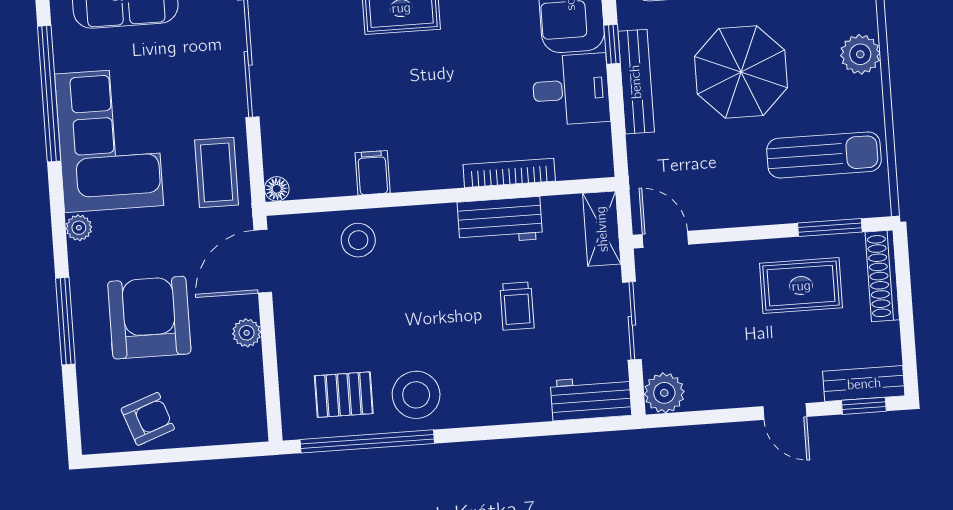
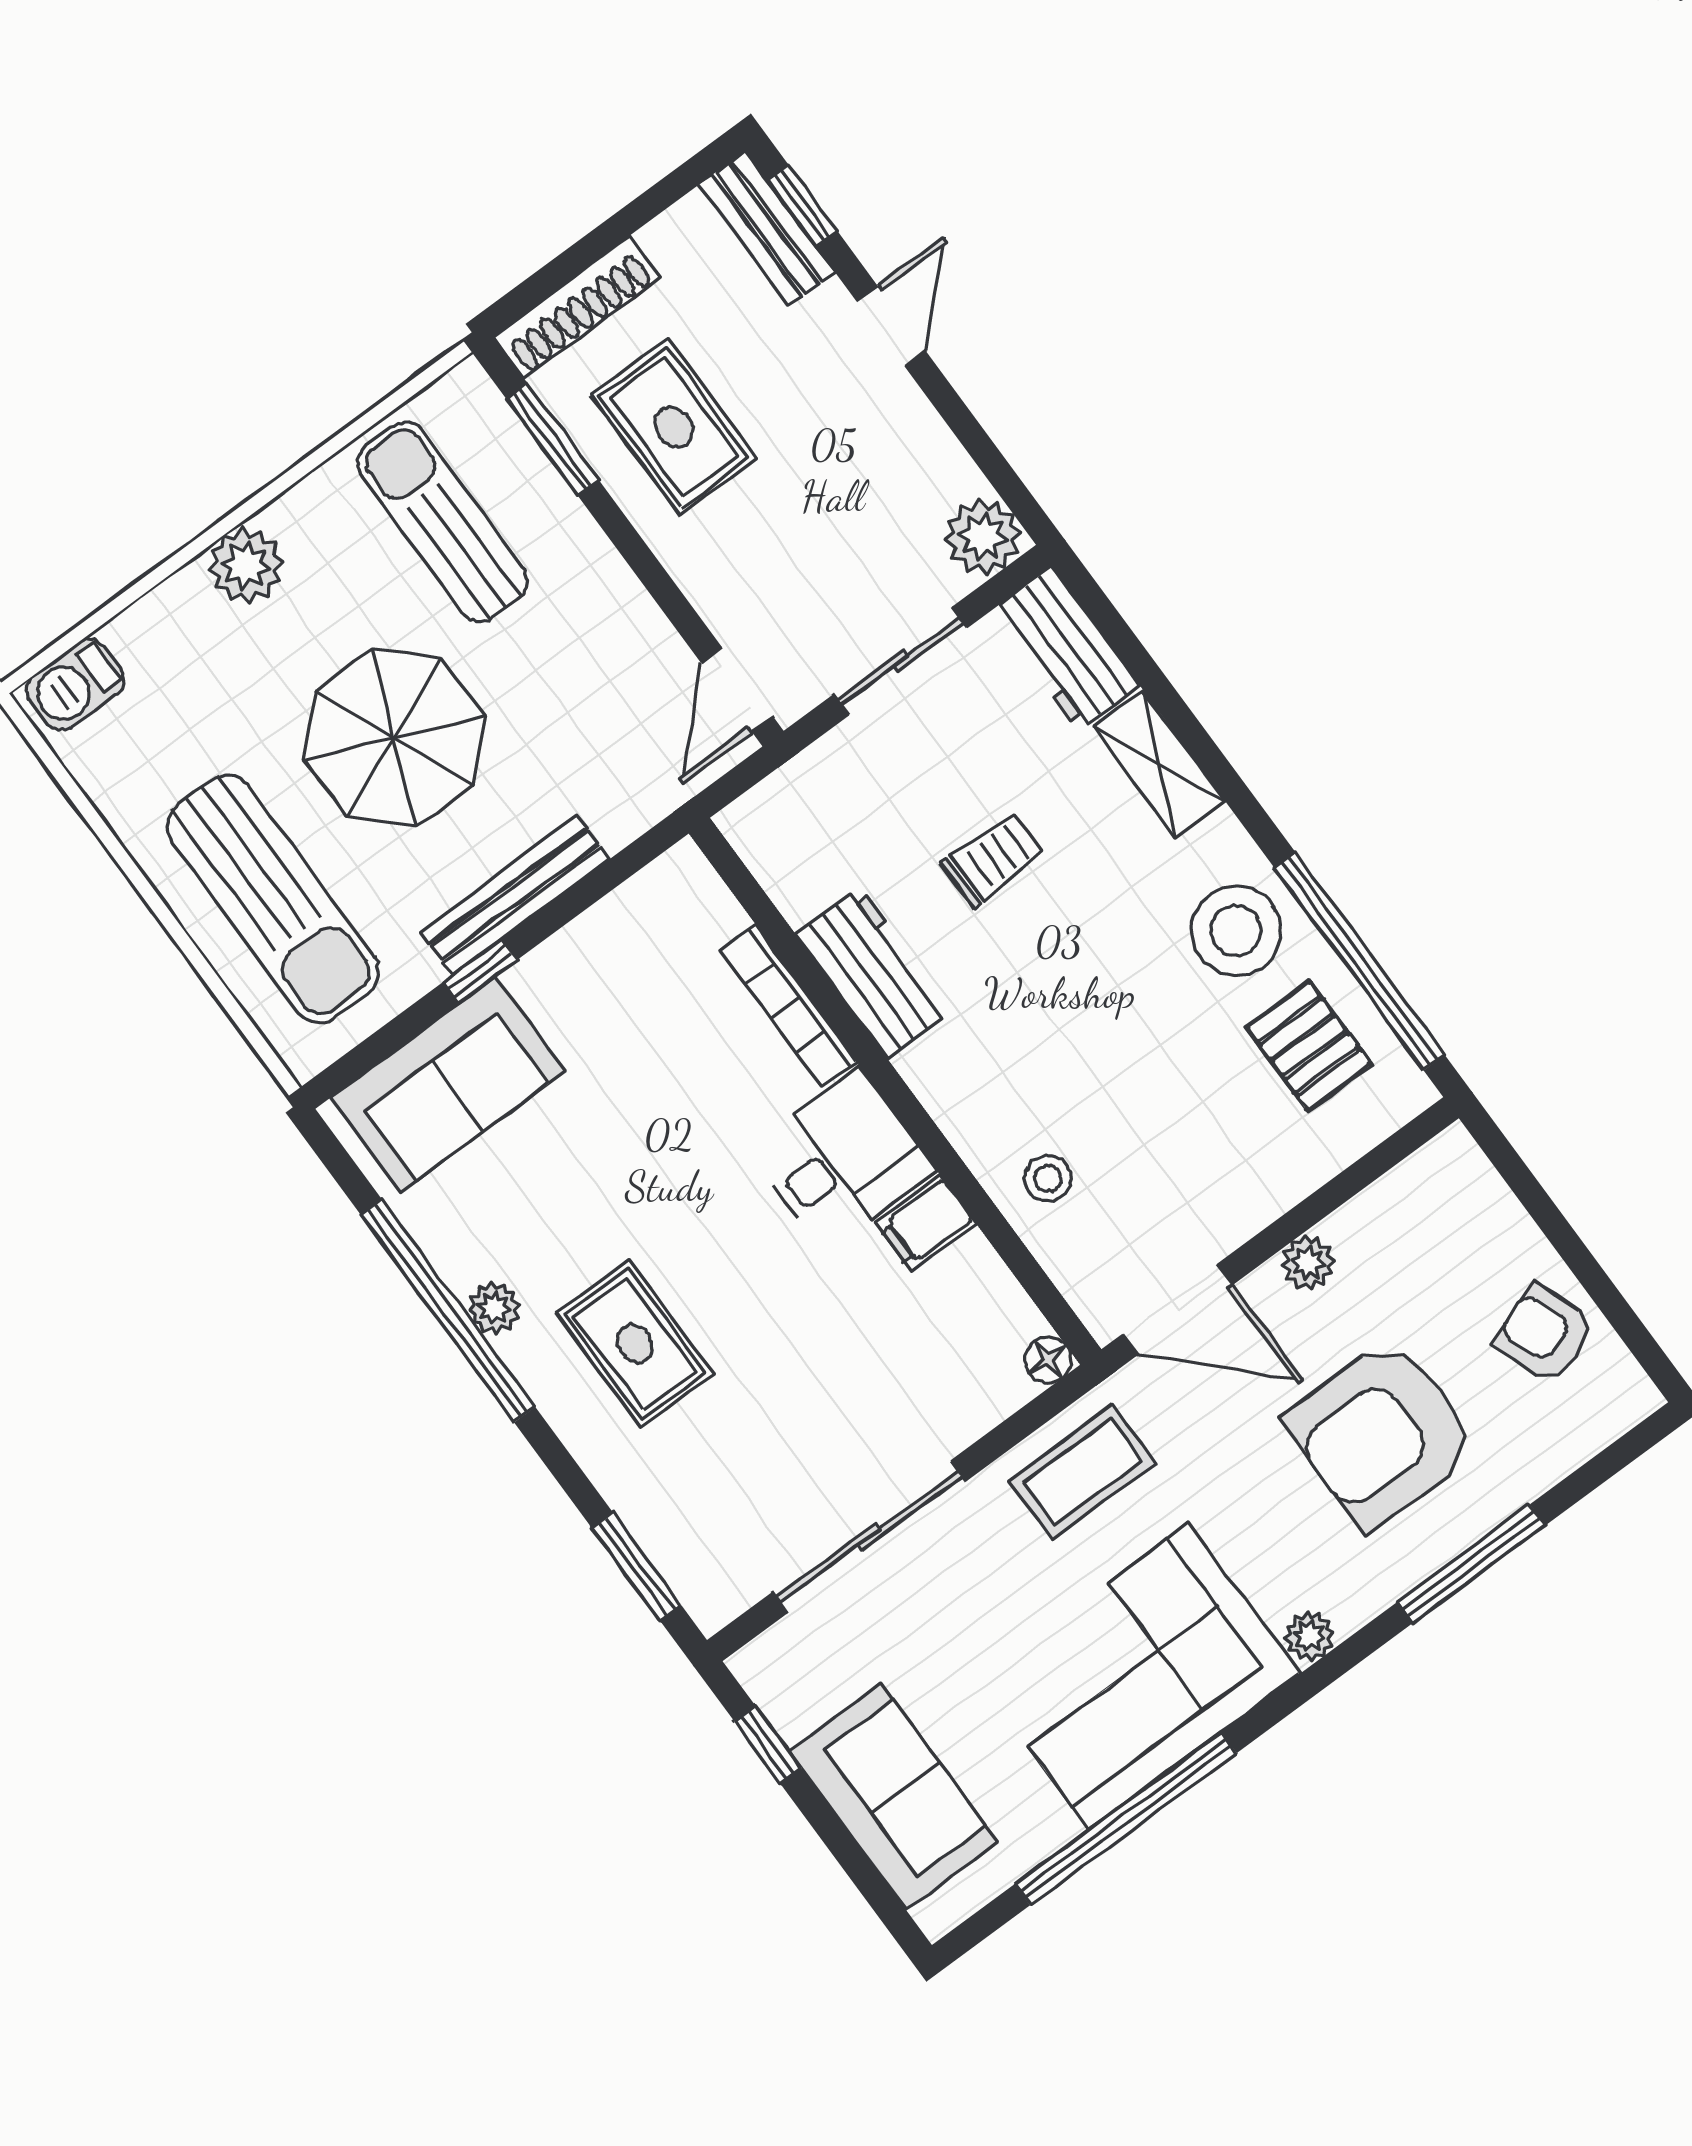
desk: (571, 90) -> (842, 1160), moved, turned 90
shelving: (602, 229) -> (1159, 764), moved, turned 90
stool: (358, 240) -> (1048, 1178), width x0.73, depth x0.73

